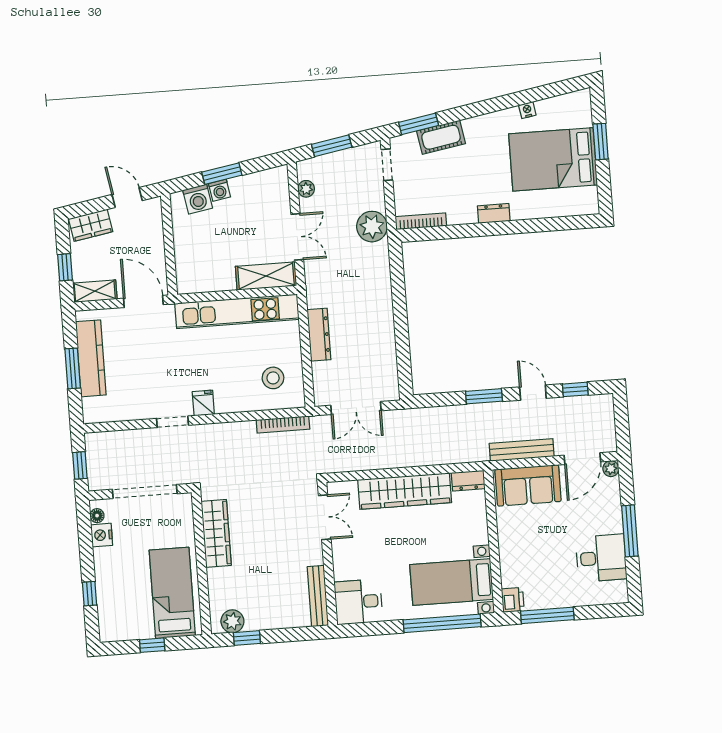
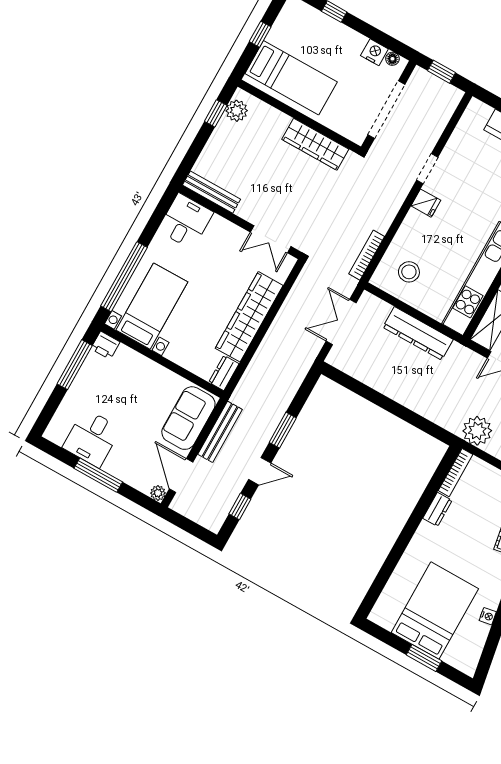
dresser: (494, 213) -> (437, 509), moved
dresser: (319, 335) -> (418, 333), width x1.37, depth x1.24

